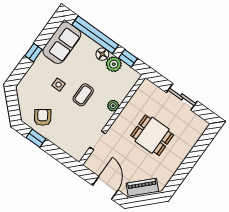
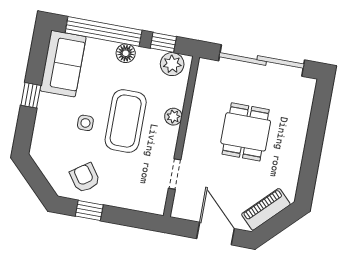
plant: (114, 64) -> (172, 64), moved
coffee table: (83, 95) -> (126, 121), width x1.86, depth x1.72
sliding door: (182, 97) -> (262, 60), width x1.86
dining table: (152, 135) -> (246, 132), turned 90

